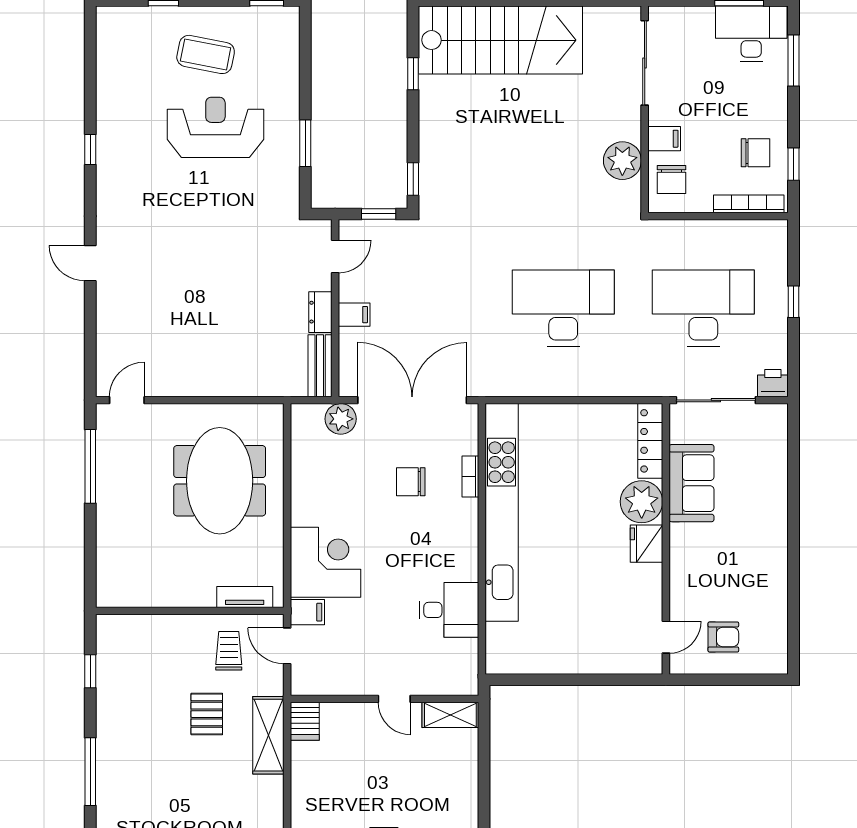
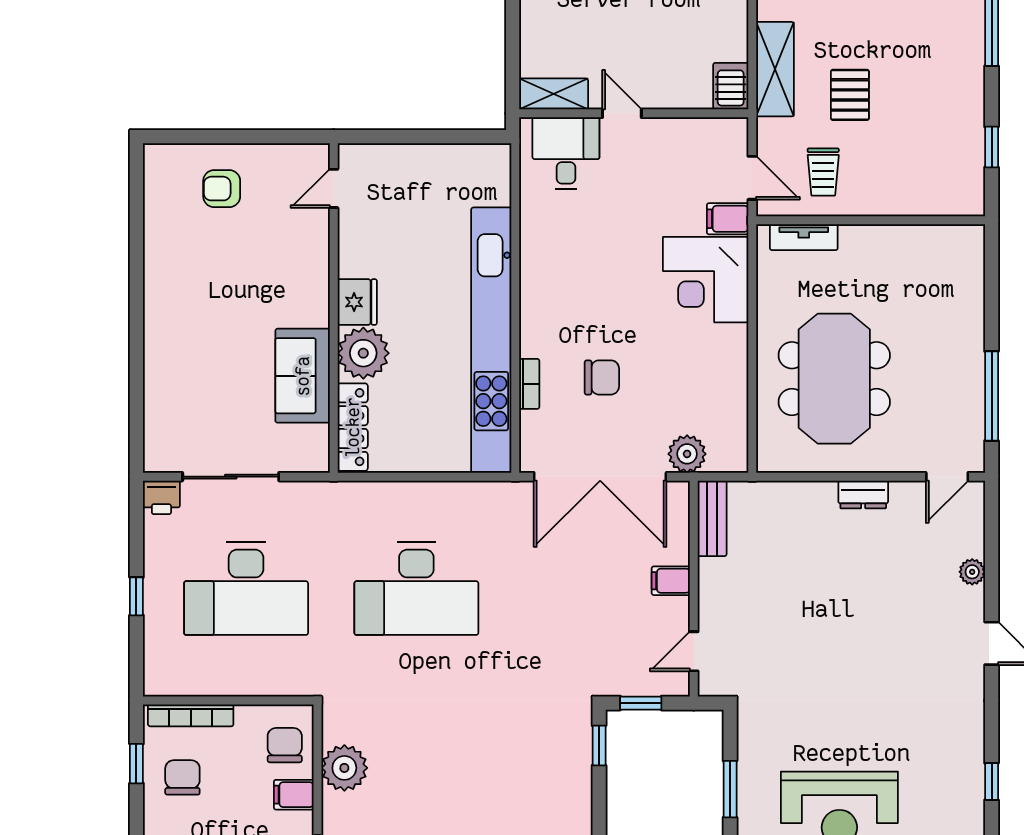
chair: (756, 153) -> (182, 777), turned 90
dresser: (320, 312) -> (863, 495), moved, turned 90
plant: (106, 322) -> (972, 572), added
locker: (650, 441) -> (353, 427), moved
sofa: (691, 483) -> (303, 376), moved
plant: (642, 502) -> (363, 353), moved
wall: (666, 539) -> (334, 308), moved
fridge: (647, 544) -> (357, 302), moved
desk: (449, 610) -> (566, 153), moved, turned 90
door: (666, 637) -> (334, 188), moved

